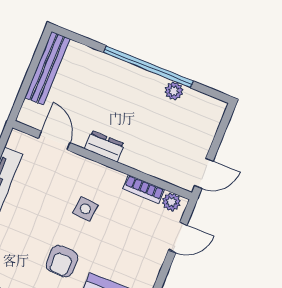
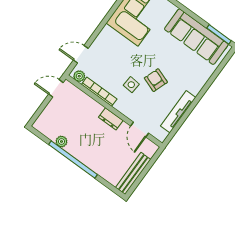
bookcase: (144, 189) -> (99, 92), width x1.56
armchair: (62, 261) -> (156, 80), moved, turned -70

